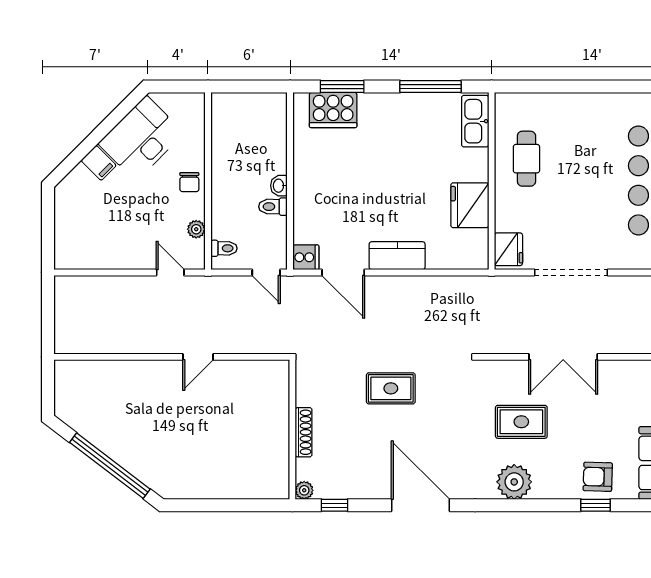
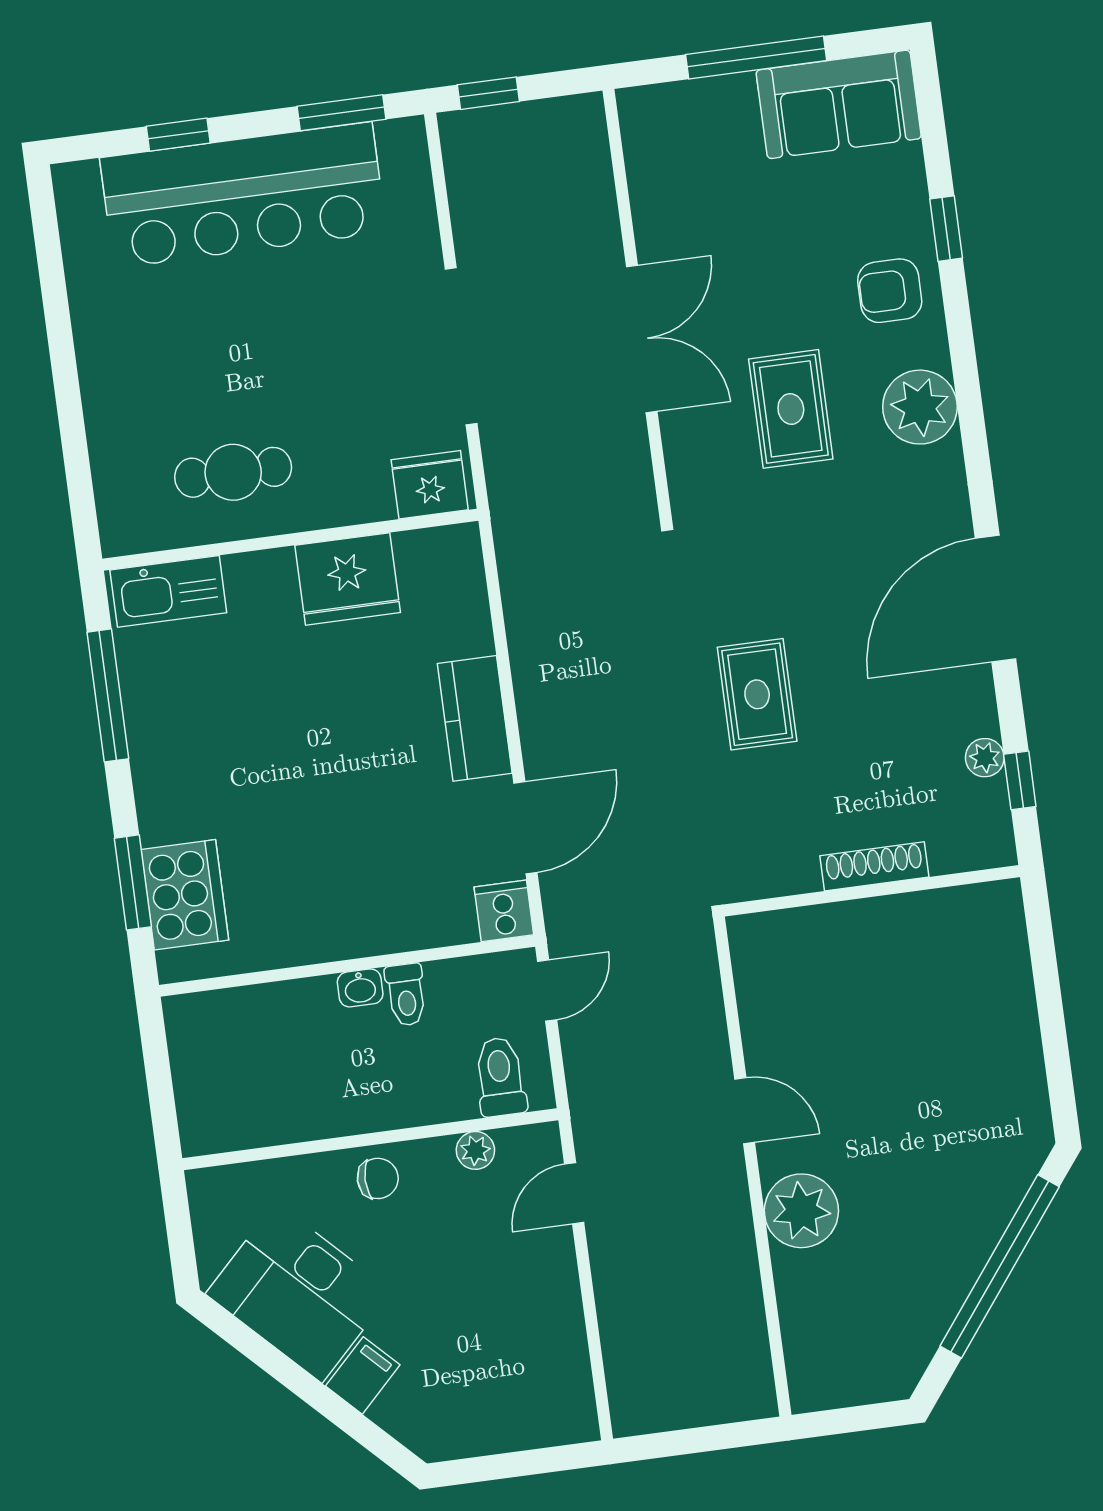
toilet: (224, 248) -> (500, 1077), width x1.37, depth x1.39
plant: (148, 377) -> (801, 1211), added
armchair: (598, 477) -> (890, 291), moved, turned 88
plant: (304, 490) -> (985, 758), moved

